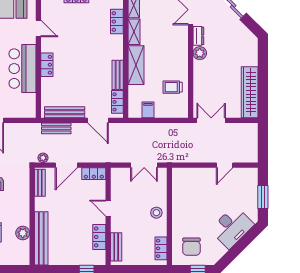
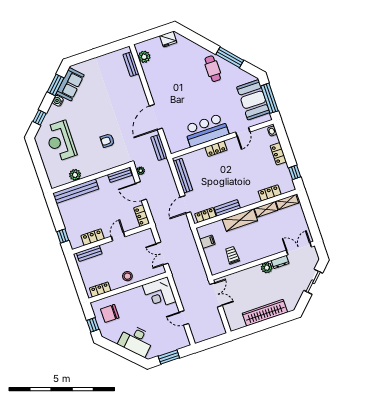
wardrobe: (250, 92) -> (265, 313), moved
bench: (56, 128) -> (159, 147), moved
corner desk: (188, 184) -> (159, 293), added

